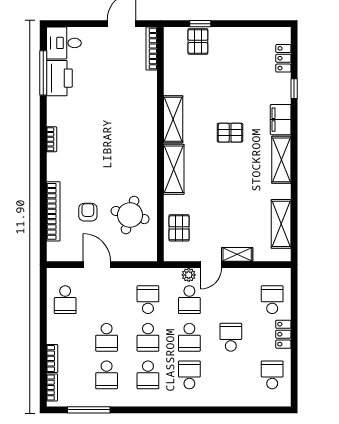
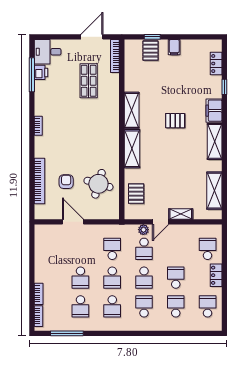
filing cabinet: (229, 37) -> (174, 47), added
printer: (59, 78) -> (41, 72), width x0.53, depth x0.68
shop shelf: (117, 81) -> (89, 81), added
school desk: (65, 300) -> (176, 306), moved, turned 180

